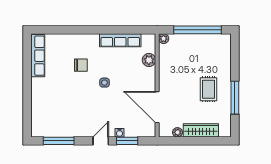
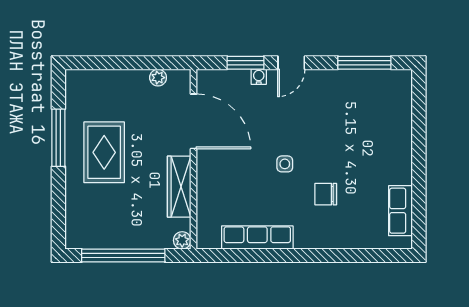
row of seats: (38, 56) -> (400, 211), width x0.68
plant: (149, 60) -> (208, 203), removed
rug: (209, 89) -> (104, 152), width x1.36, depth x1.43
wardrobe: (201, 130) -> (179, 187), moved, turned 90

